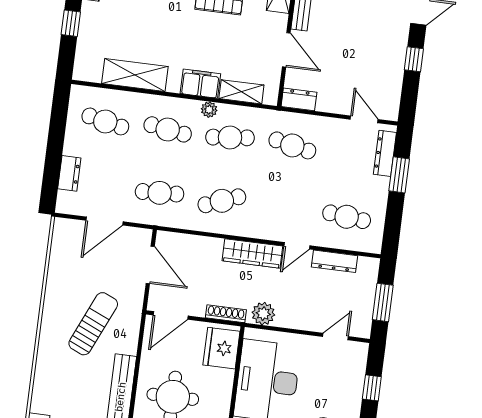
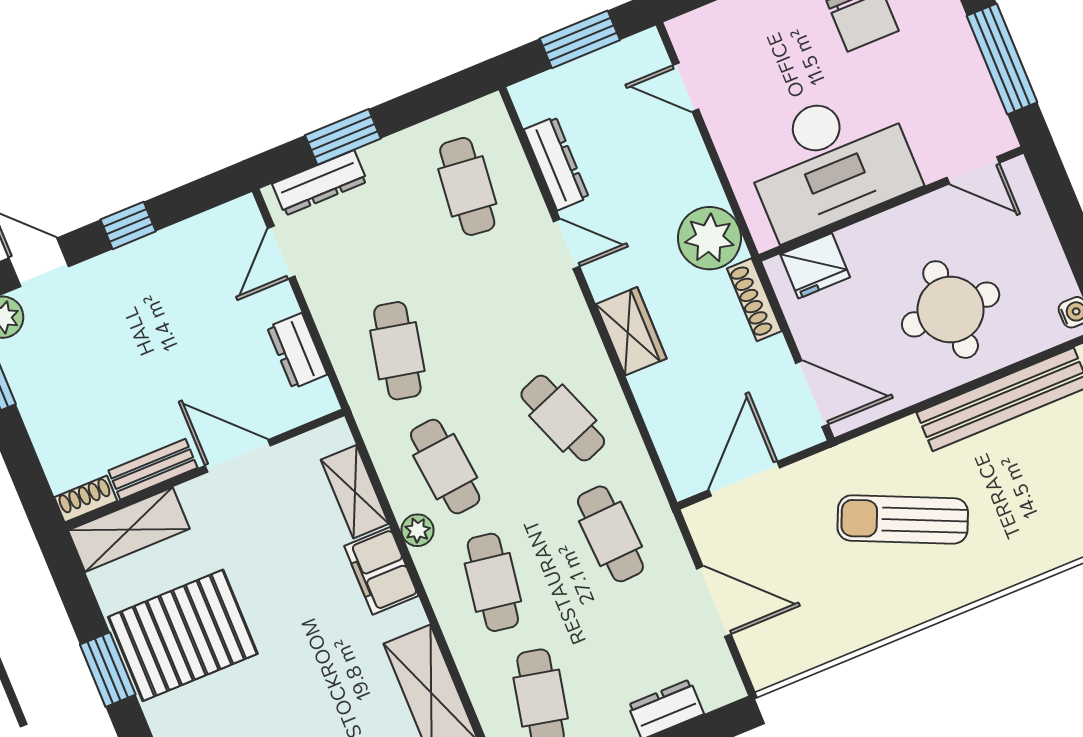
door: (286, 50) -> (238, 456), hinge flipped
dresser: (299, 99) -> (297, 351), moved
wardrobe: (252, 253) -> (631, 331), width x0.67
plant: (263, 314) -> (709, 238), width x1.36, depth x1.36
fridge: (221, 348) -> (815, 266), width x0.73, depth x0.75

